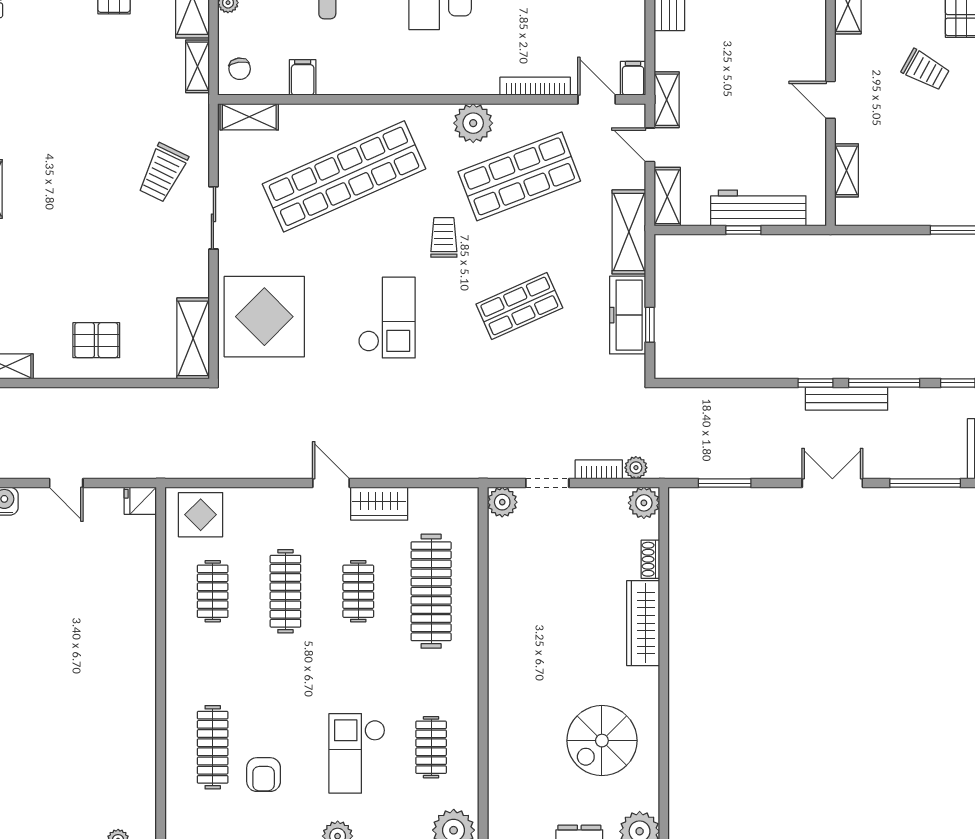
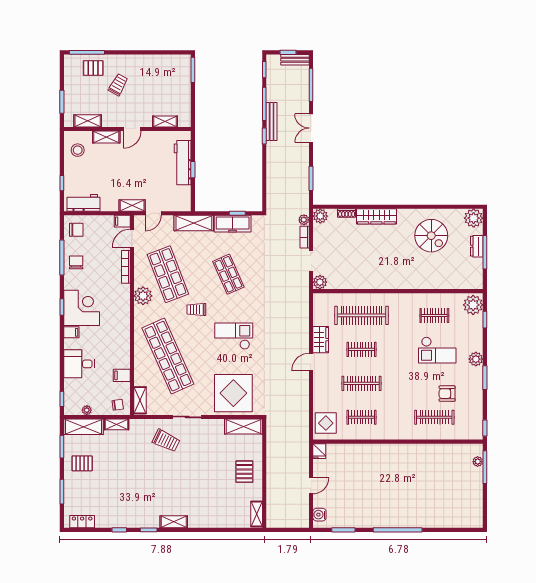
shelving: (667, 197) -> (106, 137), moved
armchair: (264, 775) -> (447, 394), turned 180

